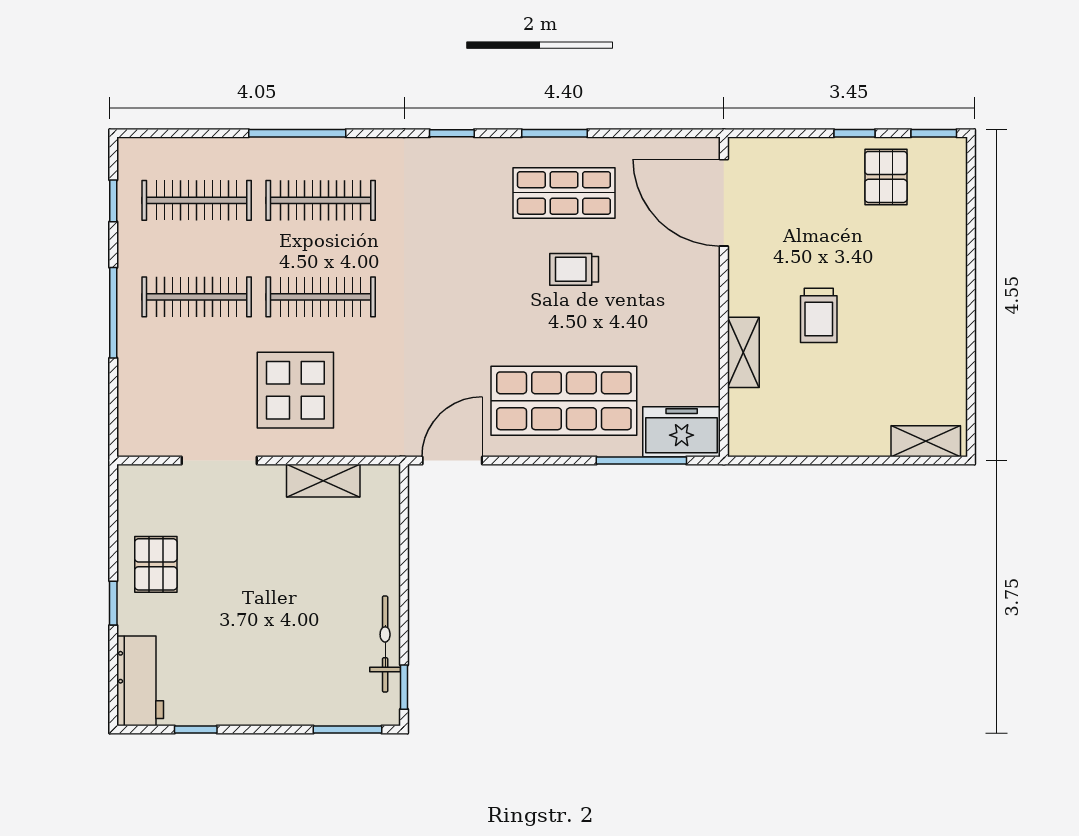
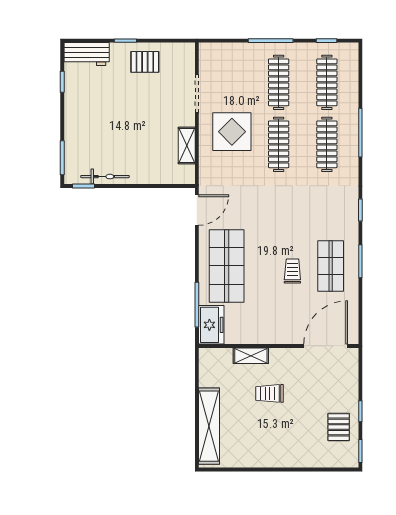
pallet: (886, 177) -> (339, 427), turned 90
shelving: (926, 441) -> (209, 426), width x2.20, depth x1.33
door: (452, 460) -> (197, 210), hinge flipped

